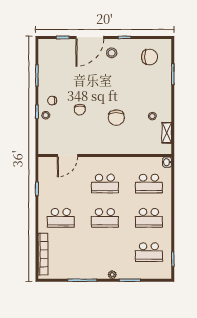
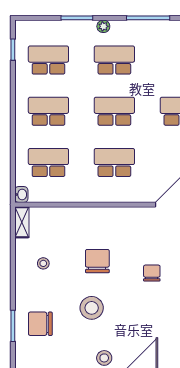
chair: (150, 57) -> (40, 324), moved
stool: (120, 86) -> (92, 308), added
shelving: (167, 133) -> (22, 222), moved
school desk: (105, 252) -> (114, 60), added

